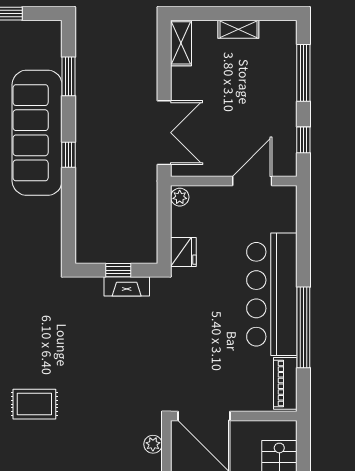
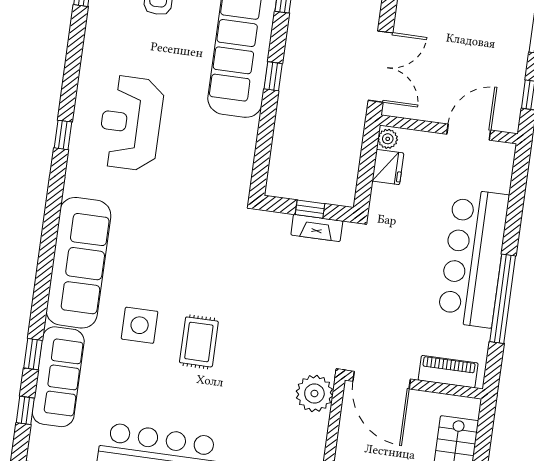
fridge: (183, 252) -> (388, 167), moved
piano: (285, 383) -> (448, 372), moved, turned 90
rug: (34, 404) -> (199, 342), turned 90
plant: (153, 444) -> (314, 393), width x1.87, depth x1.87

